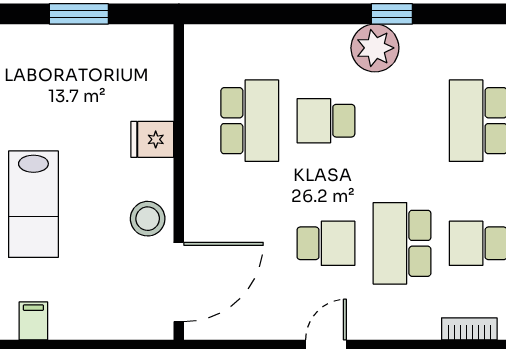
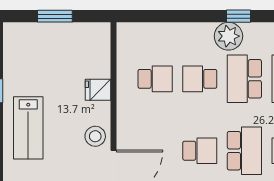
school desk: (250, 121) -> (155, 79), width x0.54
school desk: (402, 121) -> (244, 79), added
school desk: (402, 243) -> (244, 151), turned 180

